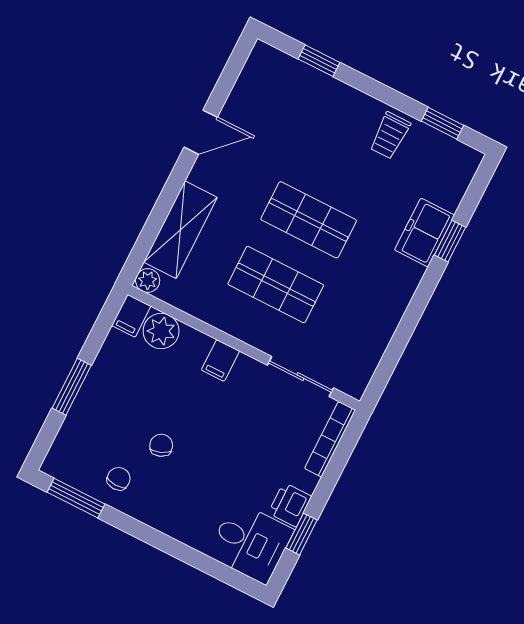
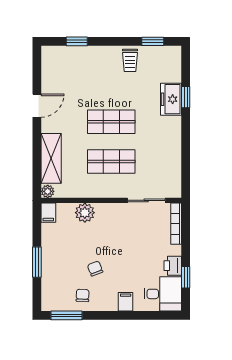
plant: (161, 331) -> (85, 213), moved
filing cabinet: (220, 361) -> (126, 302), moved, turned 180

